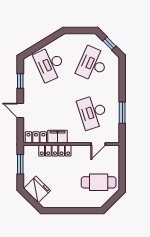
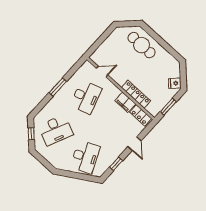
window: (122, 113) -> (58, 87), moved
cafe table: (99, 182) -> (142, 45), moved
fridge: (37, 189) -> (175, 83), width x0.53, depth x0.75

